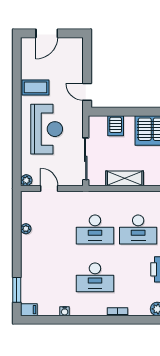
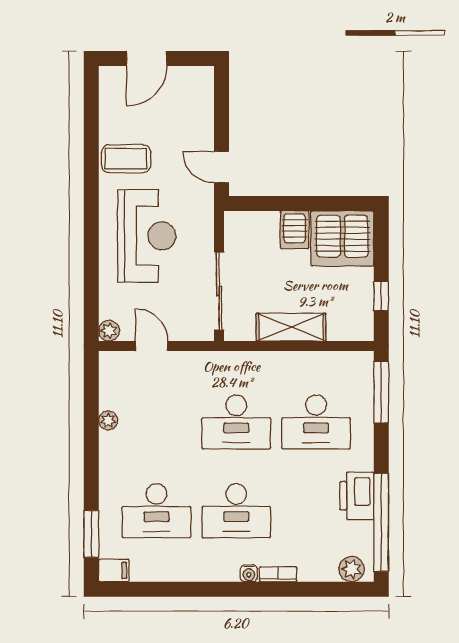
server rack: (116, 126) -> (295, 230), moved
desk: (52, 277) -> (156, 511), added
water cooler: (65, 311) -> (249, 573), moved

